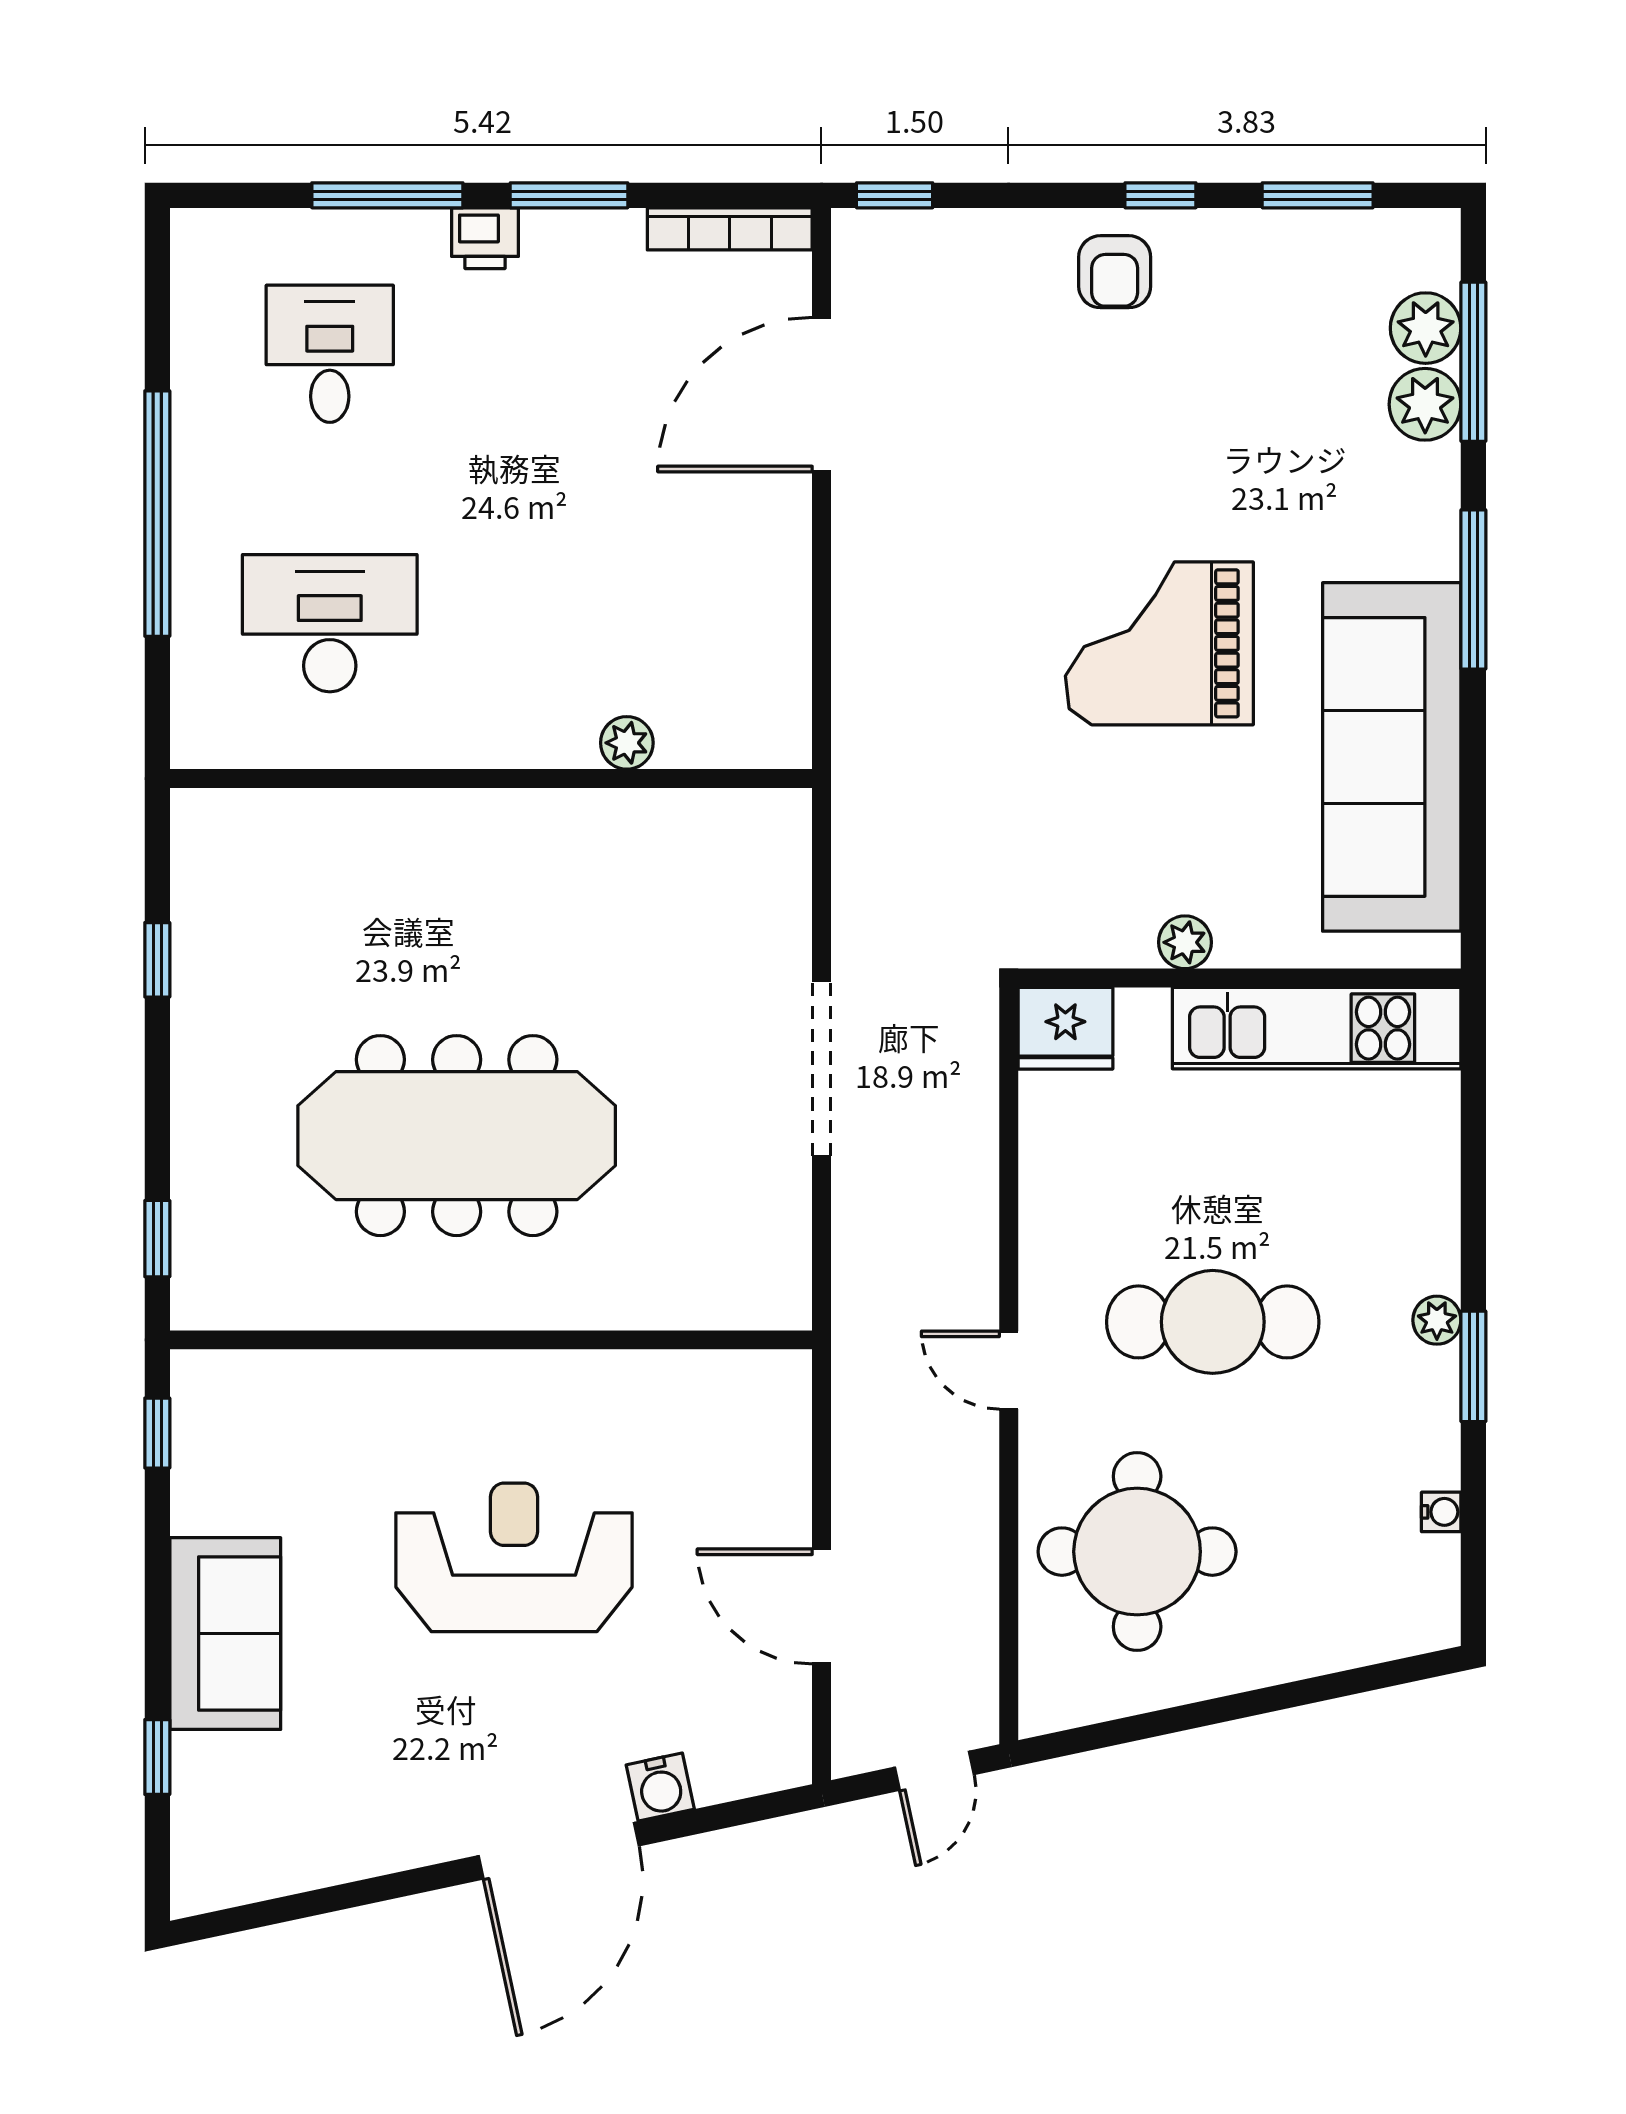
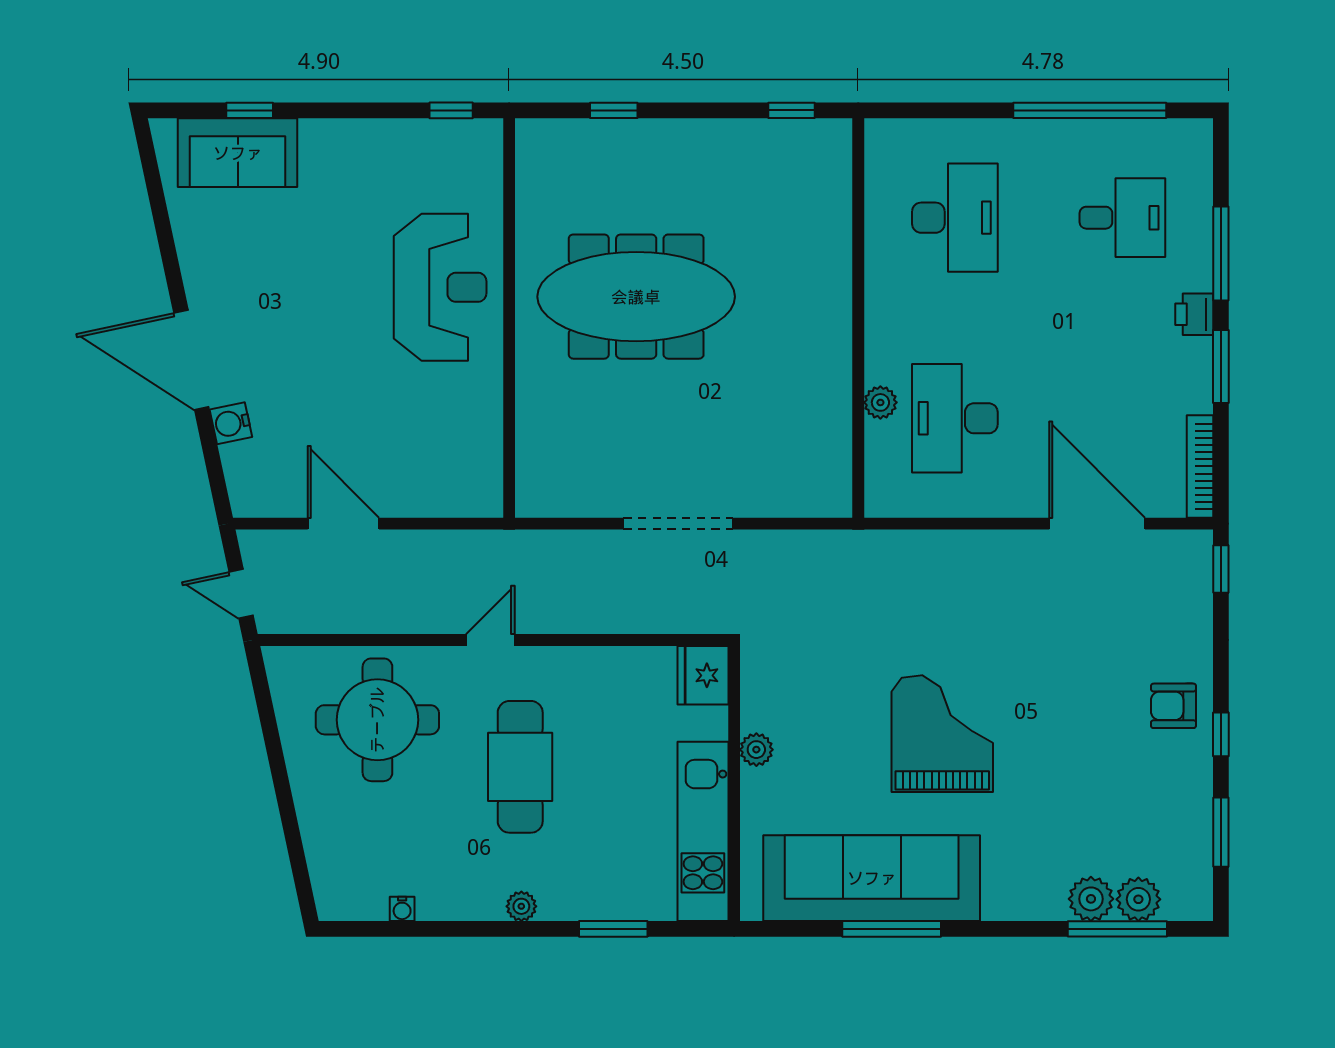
window: (157, 514) -> (1090, 110), moved
window: (1473, 589) -> (892, 929), moved
desk: (652, 623) -> (955, 418), added
window: (157, 960) -> (791, 110), moved
meeting table: (457, 1136) -> (636, 297), turned 90
window: (157, 1239) -> (614, 110), moved
window: (1473, 1366) -> (613, 929), moved
reception desk: (514, 1557) -> (440, 287), moved
door: (822, 1606) -> (343, 524), hinge flipped
sofa: (225, 1634) -> (238, 153), moved

